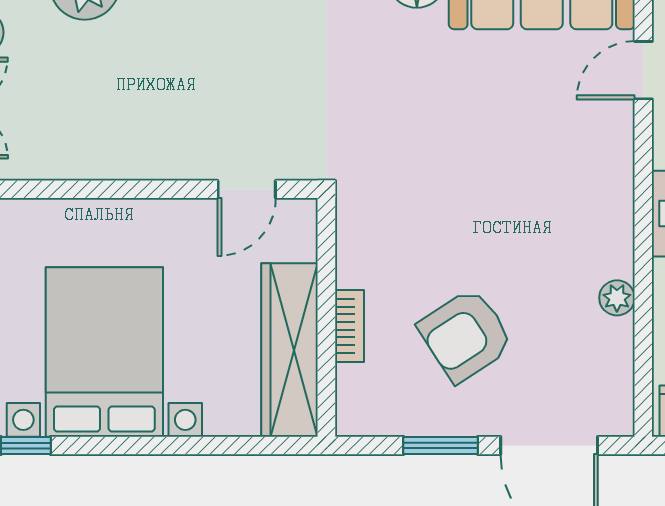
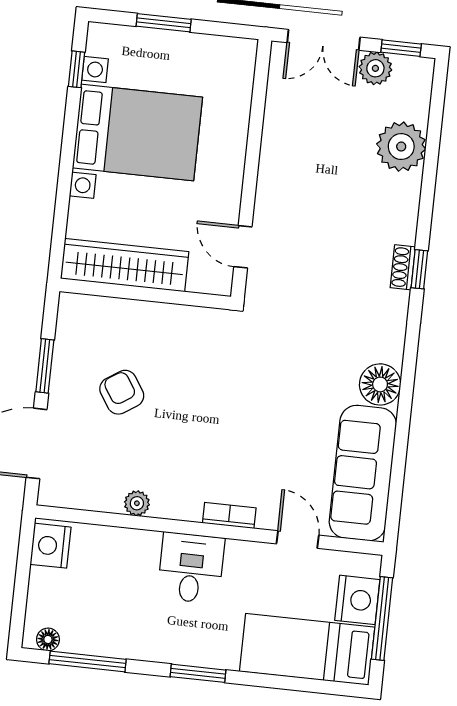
bookcase: (349, 326) -> (229, 515), moved, turned 180
armchair: (466, 335) -> (122, 392), width x0.72, depth x0.72

